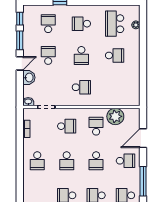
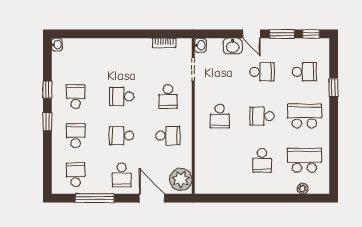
school desk: (81, 24) -> (304, 116), width x1.85
plant: (115, 116) -> (181, 179), moved
school desk: (37, 161) -> (122, 57), removed

